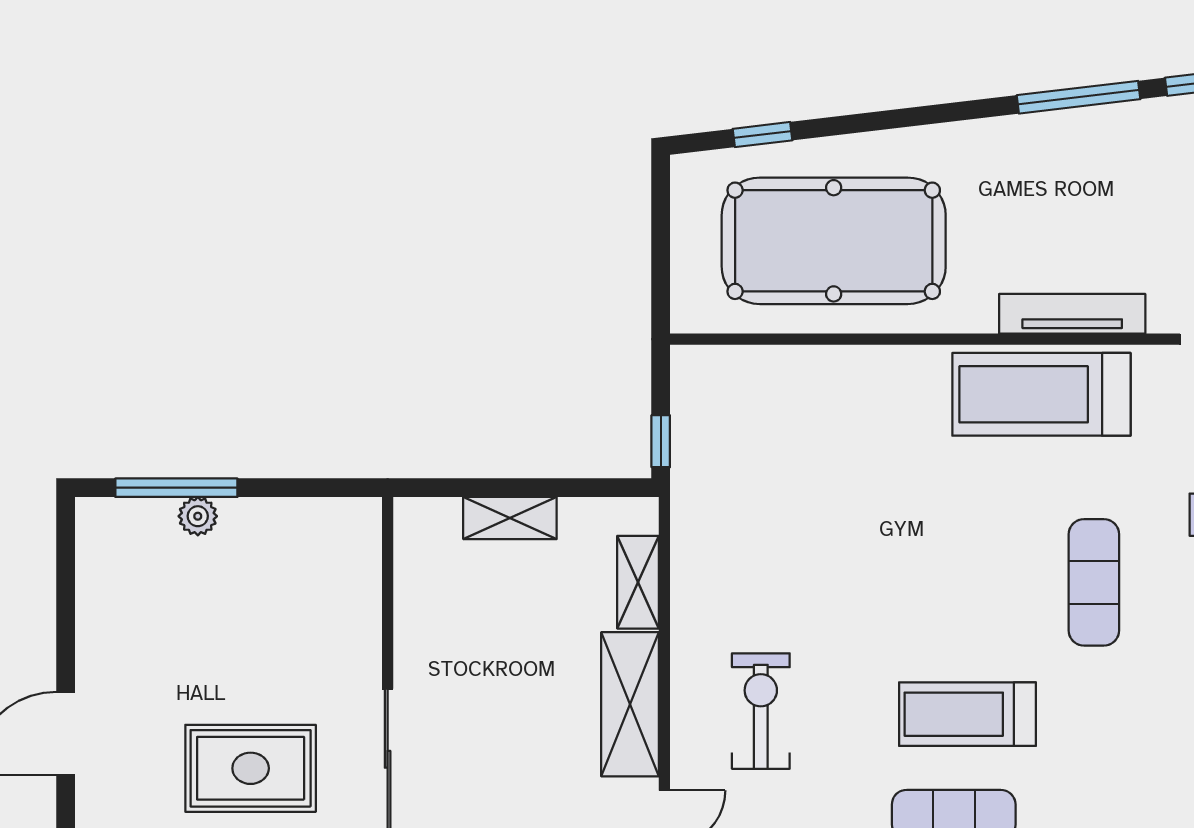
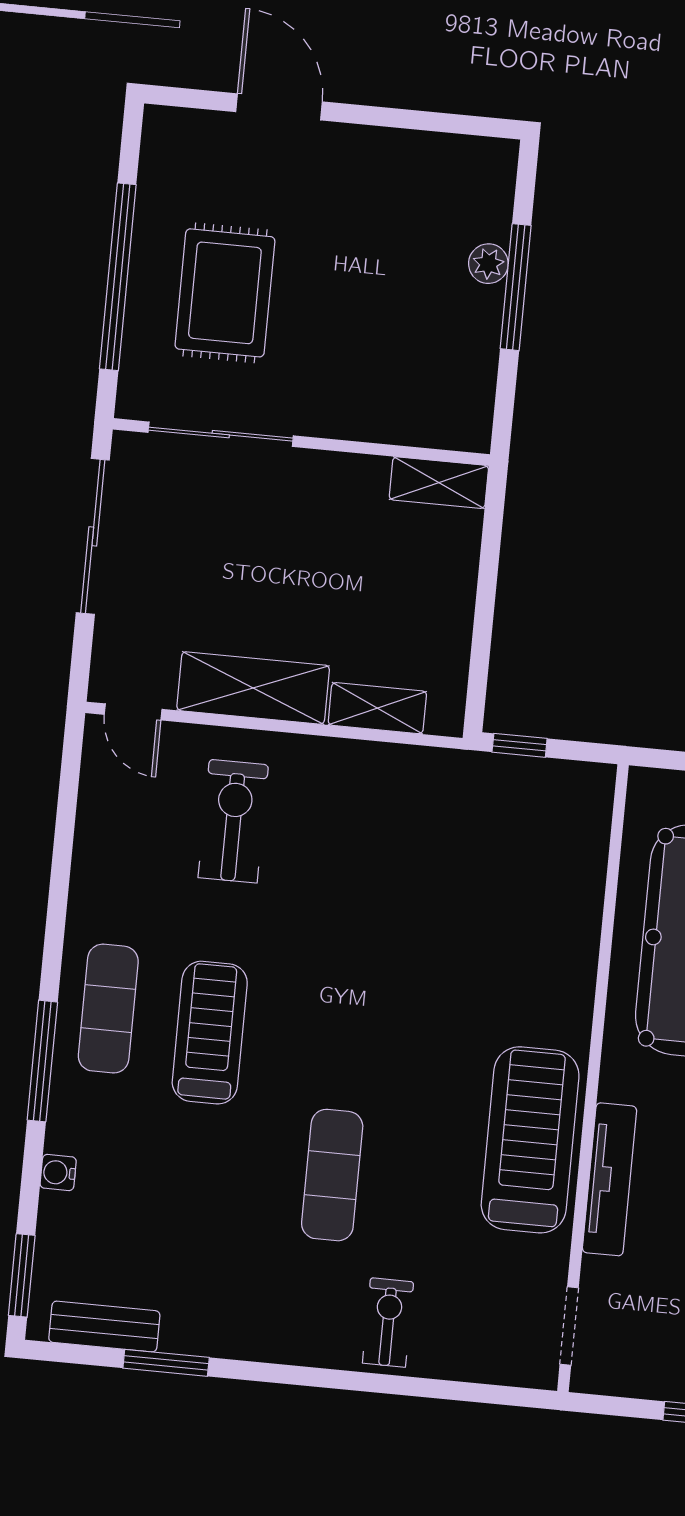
window: (176, 488) -> (516, 287), moved
shelving: (510, 518) -> (439, 483), moved, turned 90
exercise mat: (1094, 582) -> (332, 1175), turned 90
exercise bike: (761, 711) -> (233, 821), turned -90

